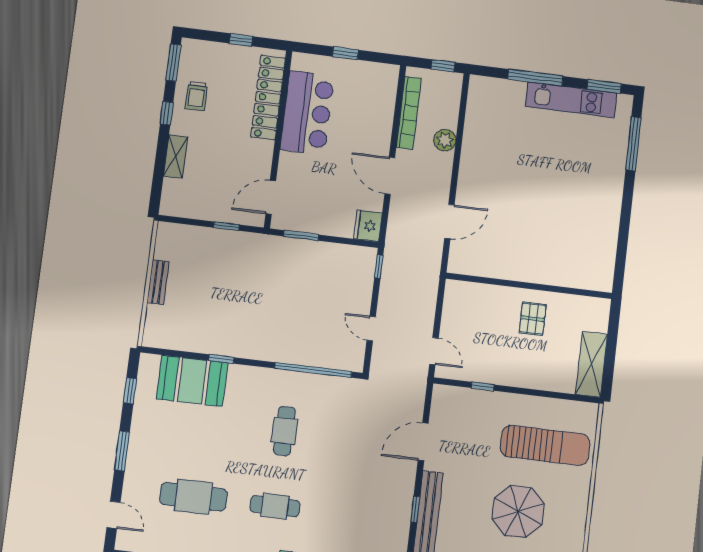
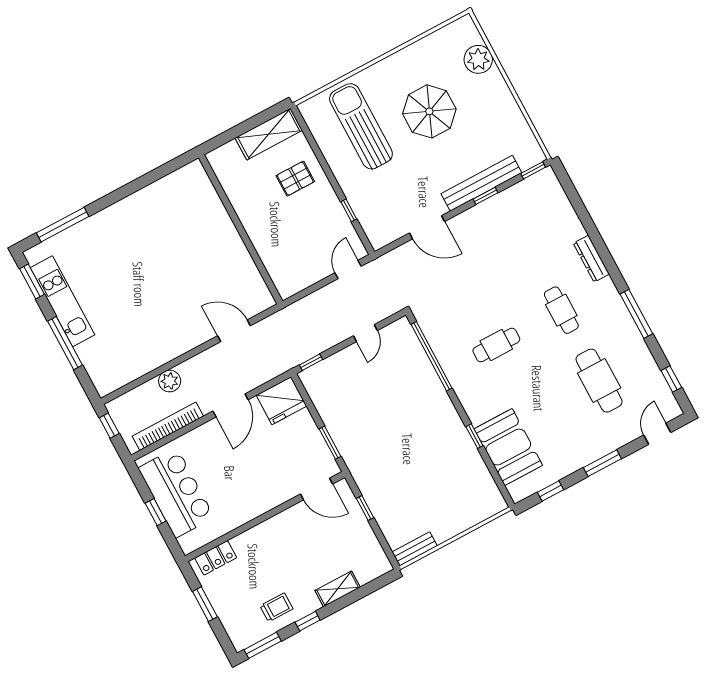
window: (241, 40) -> (205, 604), width x1.50
locker: (268, 98) -> (216, 558), width x0.46, depth x0.83
bar counter: (307, 113) -> (176, 493), moved, turned 90
fridge: (368, 226) -> (281, 401), width x1.36, depth x1.34
bench: (158, 282) -> (415, 549), moved
pallet: (533, 319) -> (295, 179), moved

